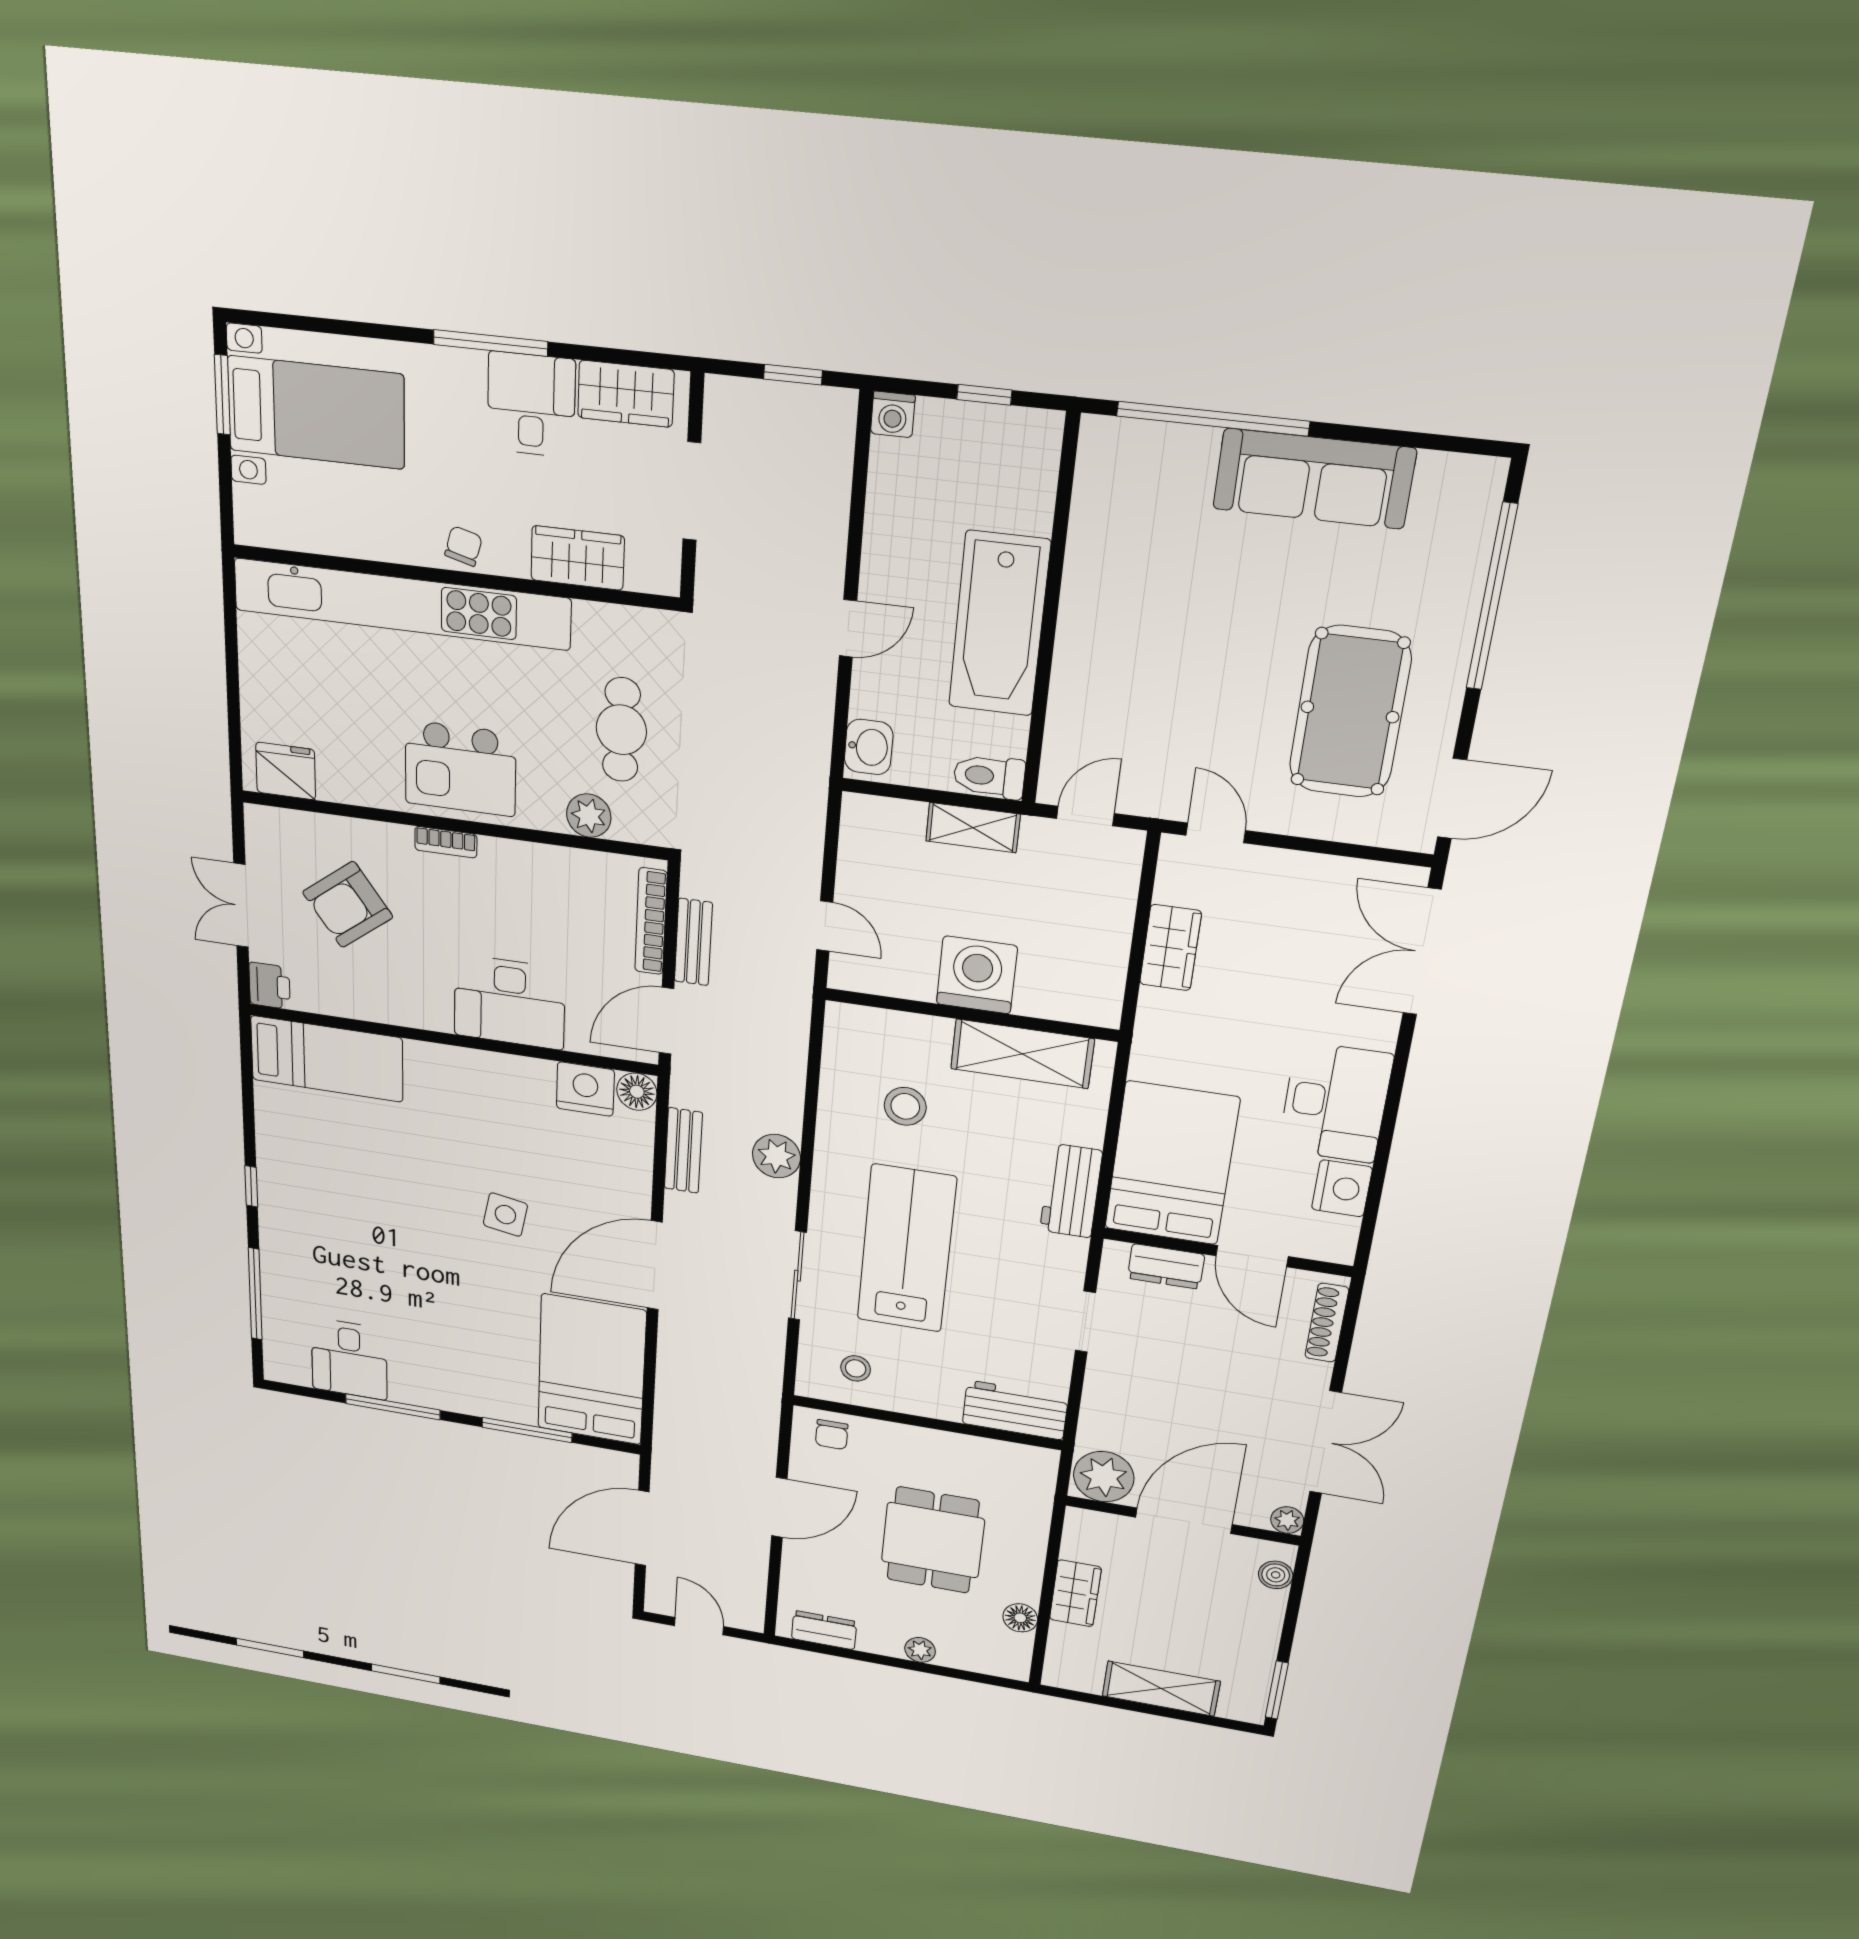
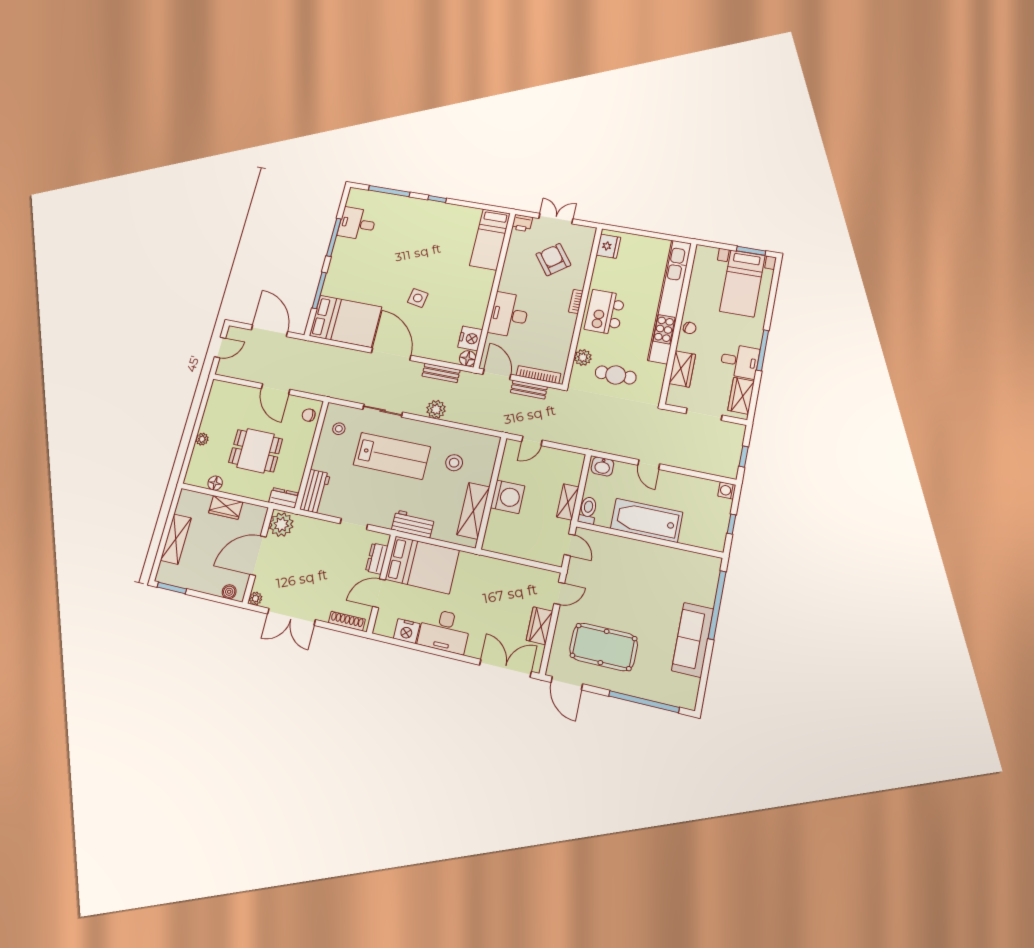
wardrobe: (1170, 948) -> (540, 626), moved, turned 90
door: (1184, 1521) -> (258, 556), swing flipped
dresser: (824, 1630) -> (284, 498), moved, turned -90

